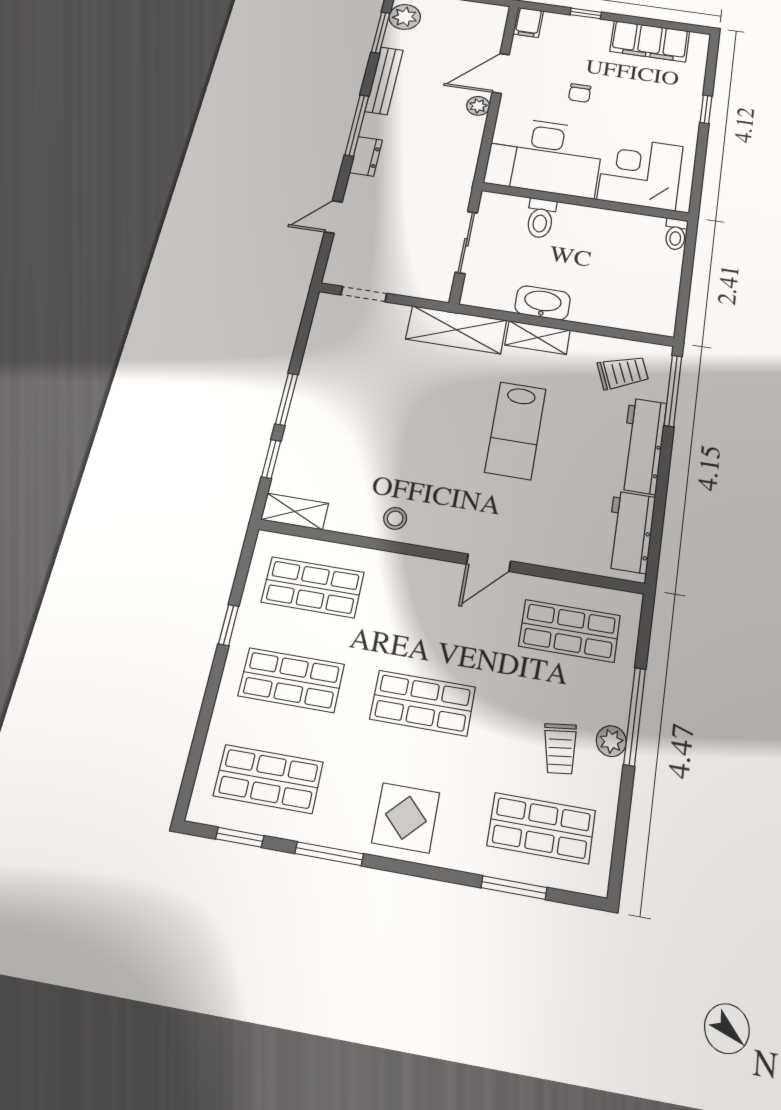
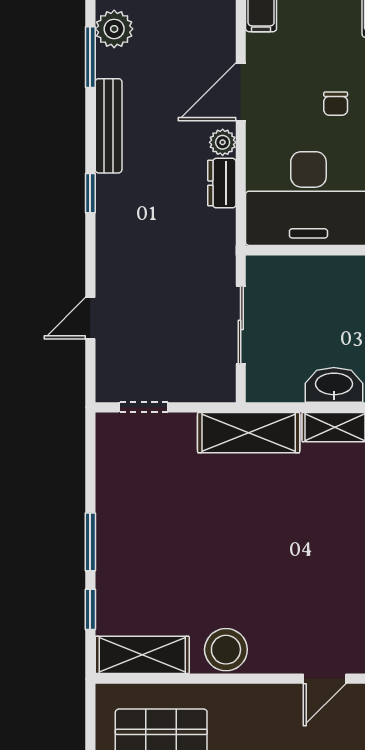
window: (357, 125) -> (90, 193), width x0.46
dresser: (366, 156) -> (222, 183), moved, turned 180
toilet: (541, 218) -> (316, 280), removed
lab bench: (515, 430) -> (329, 536), removed
shelving: (295, 512) -> (142, 655), width x1.50, depth x1.33
stool: (395, 518) -> (226, 650), width x1.89, depth x1.89

